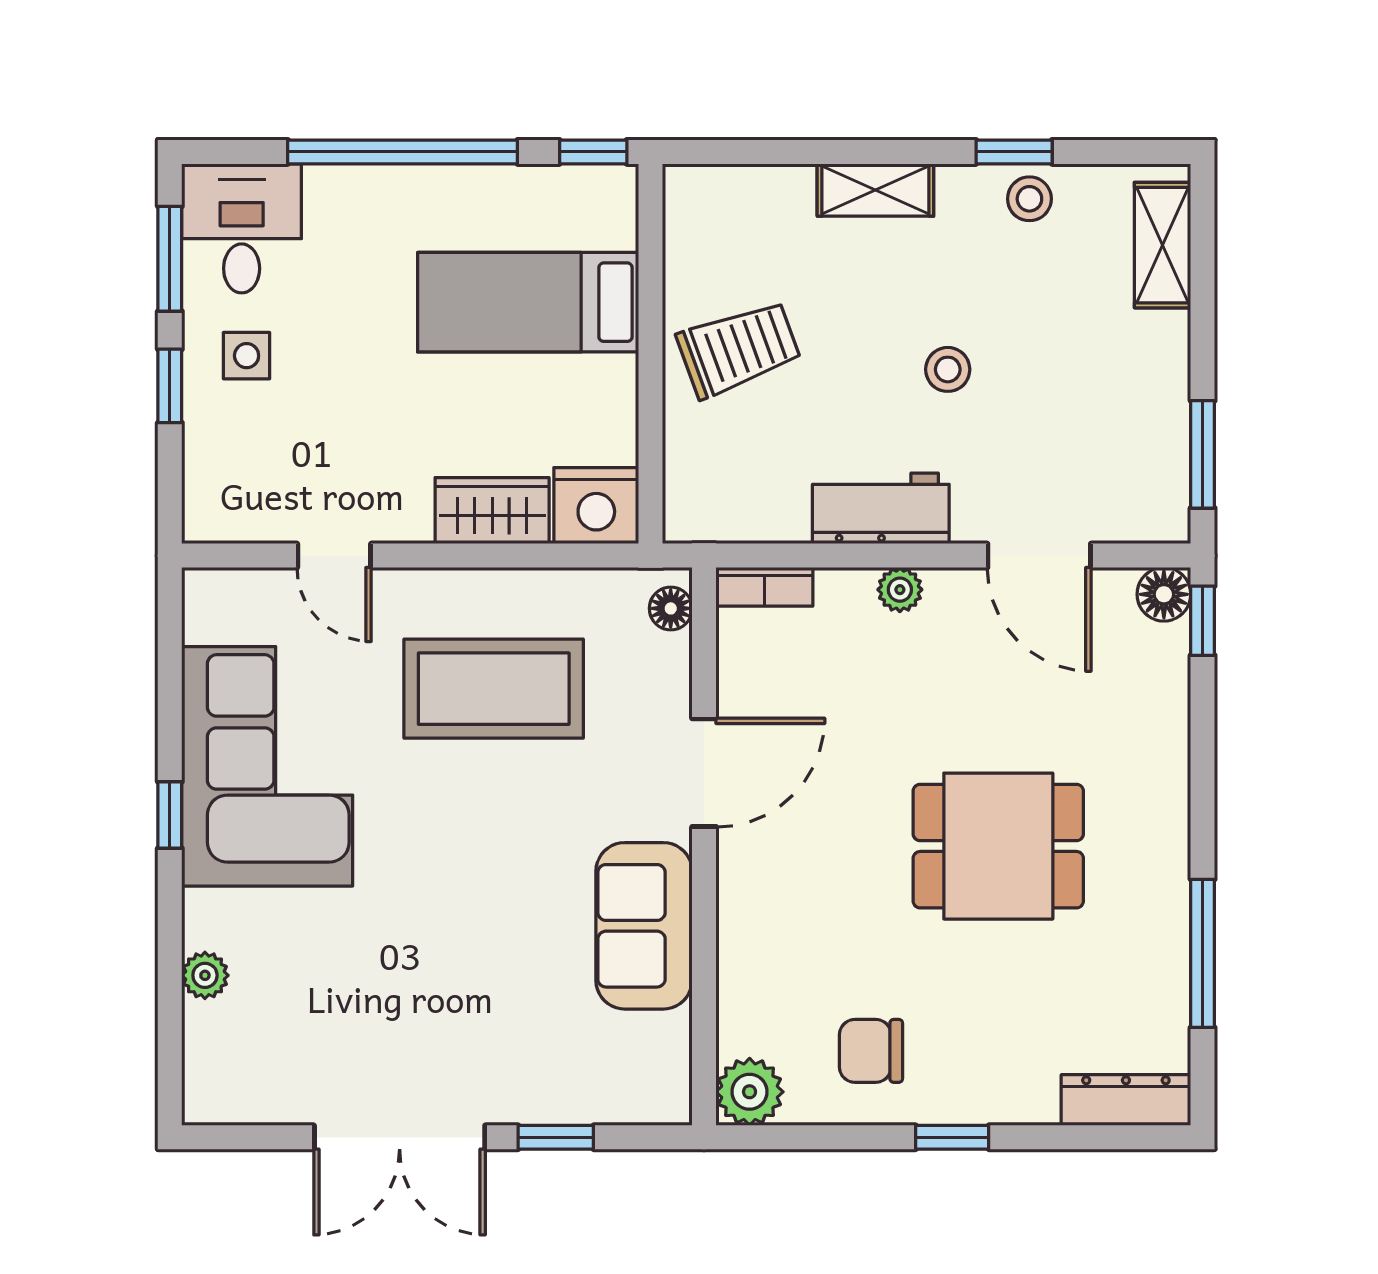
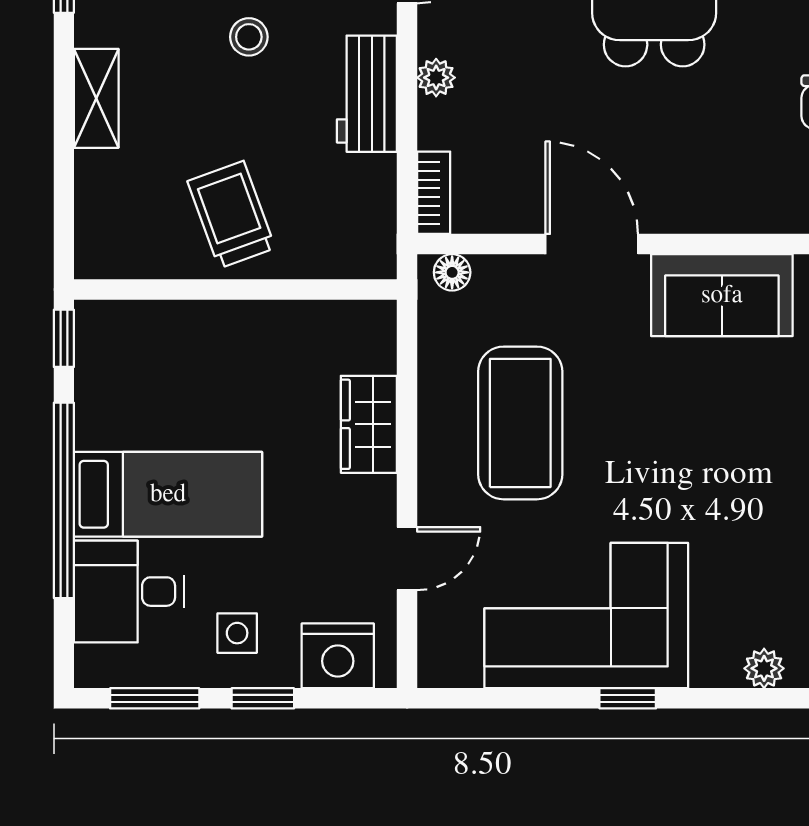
desk: (242, 228) -> (129, 592), moved
bed: (528, 302) -> (168, 494), moved, turned -90
nightstand: (596, 506) -> (338, 656), moved, turned 90

